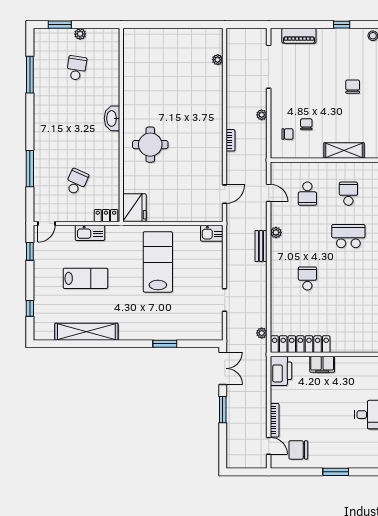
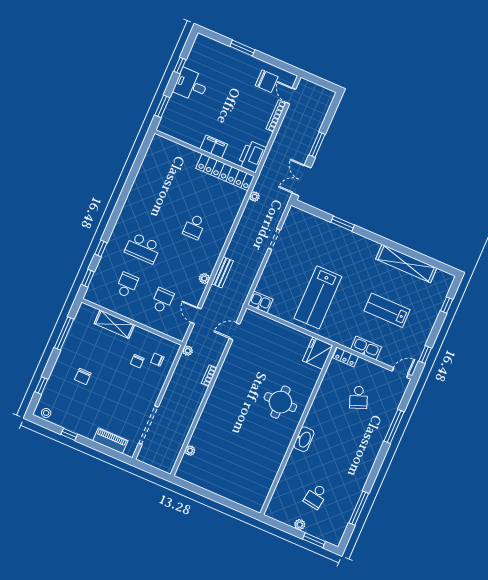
plant: (262, 115) -> (188, 351), moved
school desk: (76, 182) -> (359, 397), turned -45
school desk: (348, 194) -> (127, 285), turned 180

